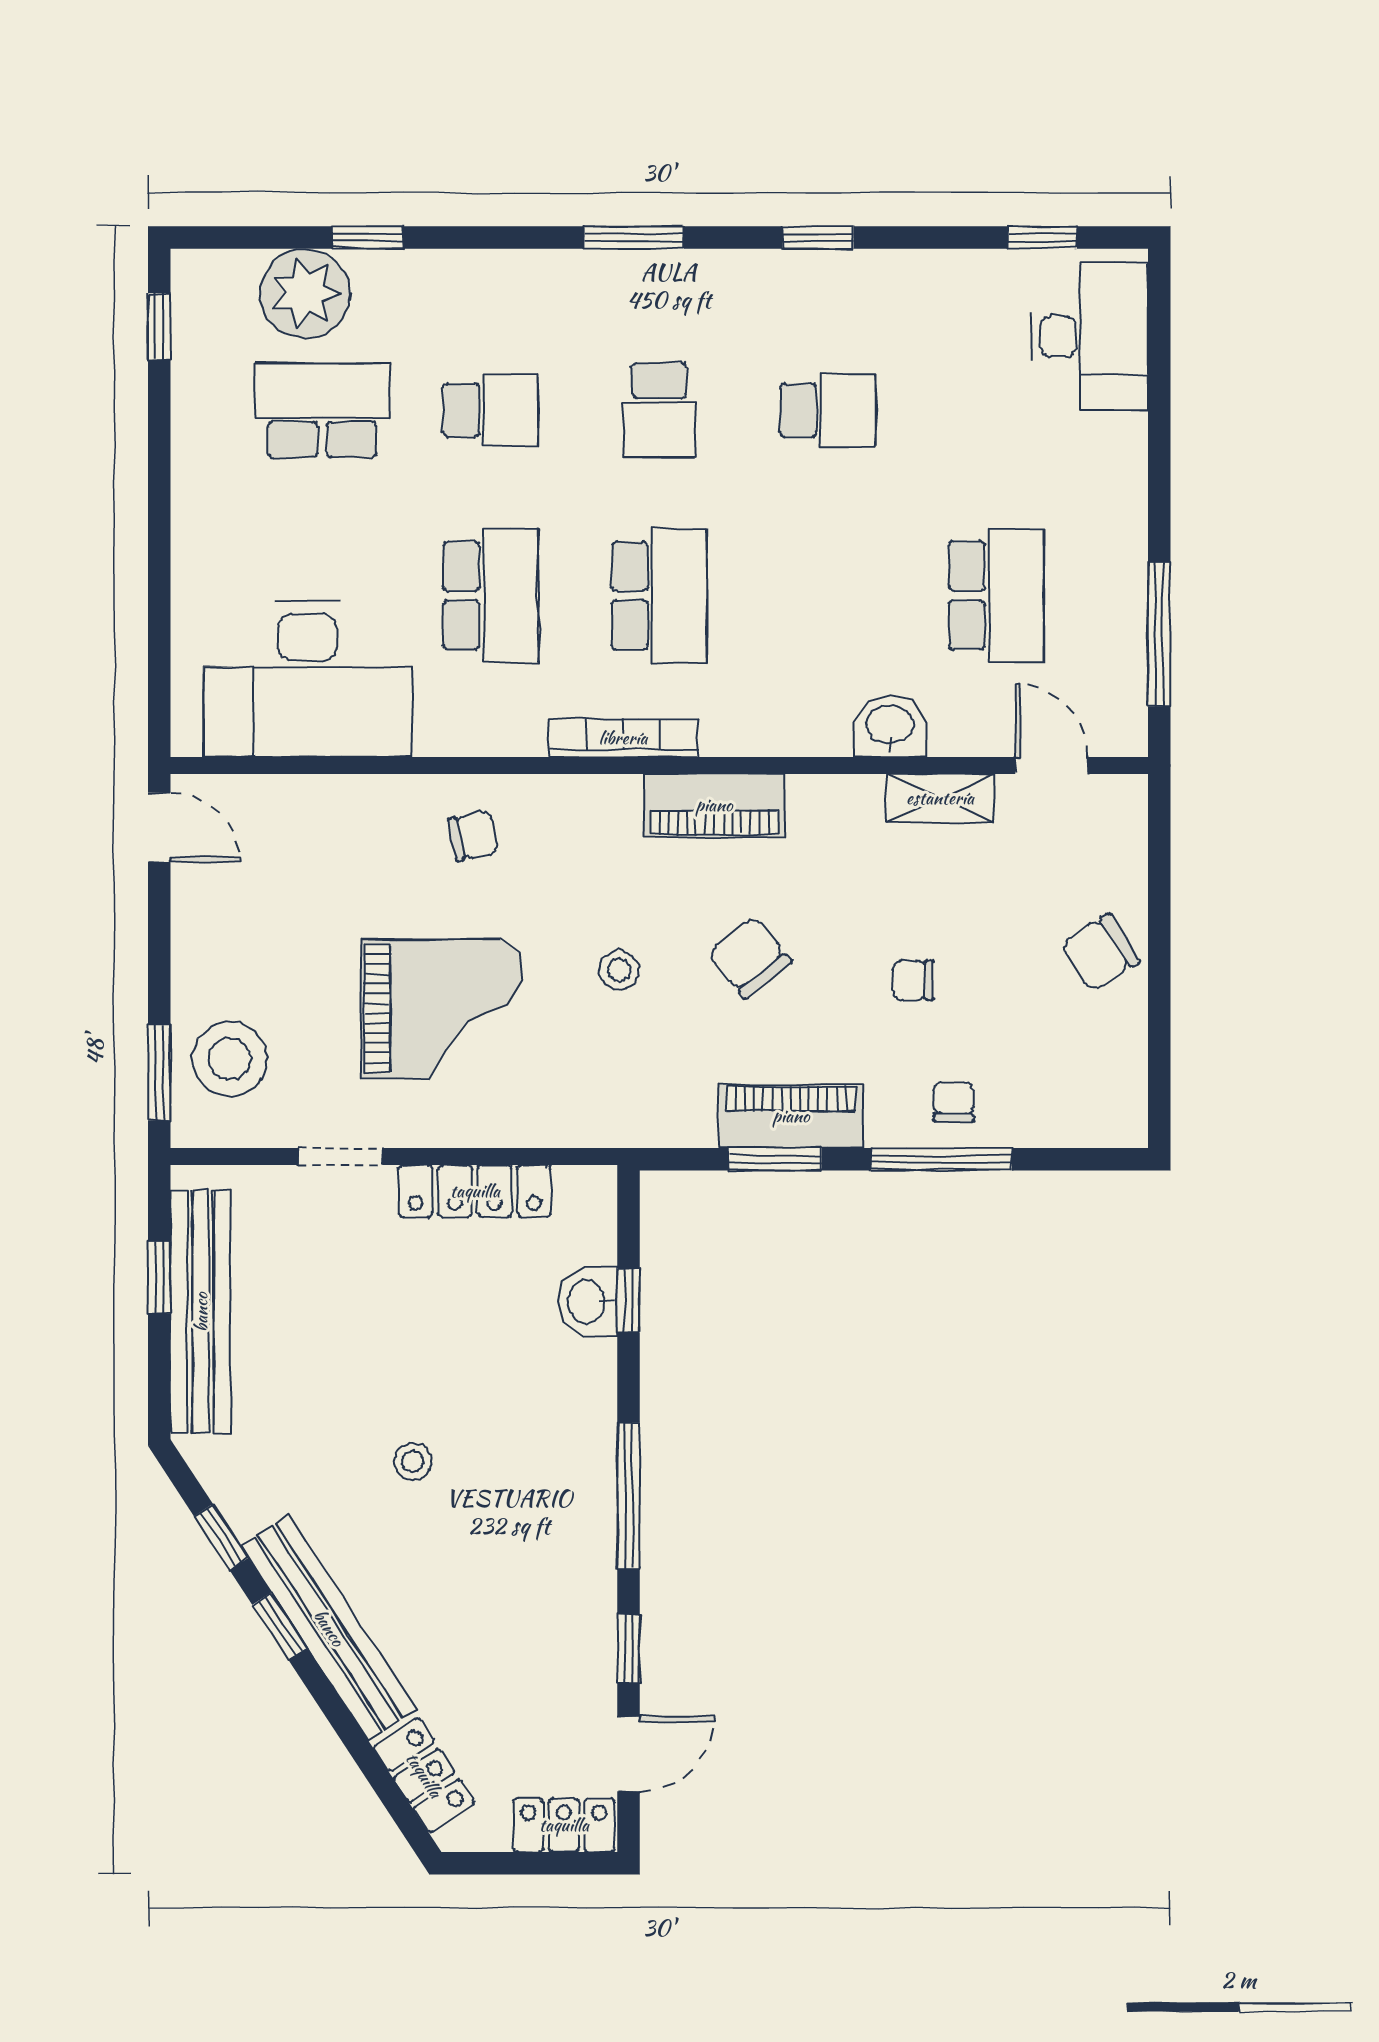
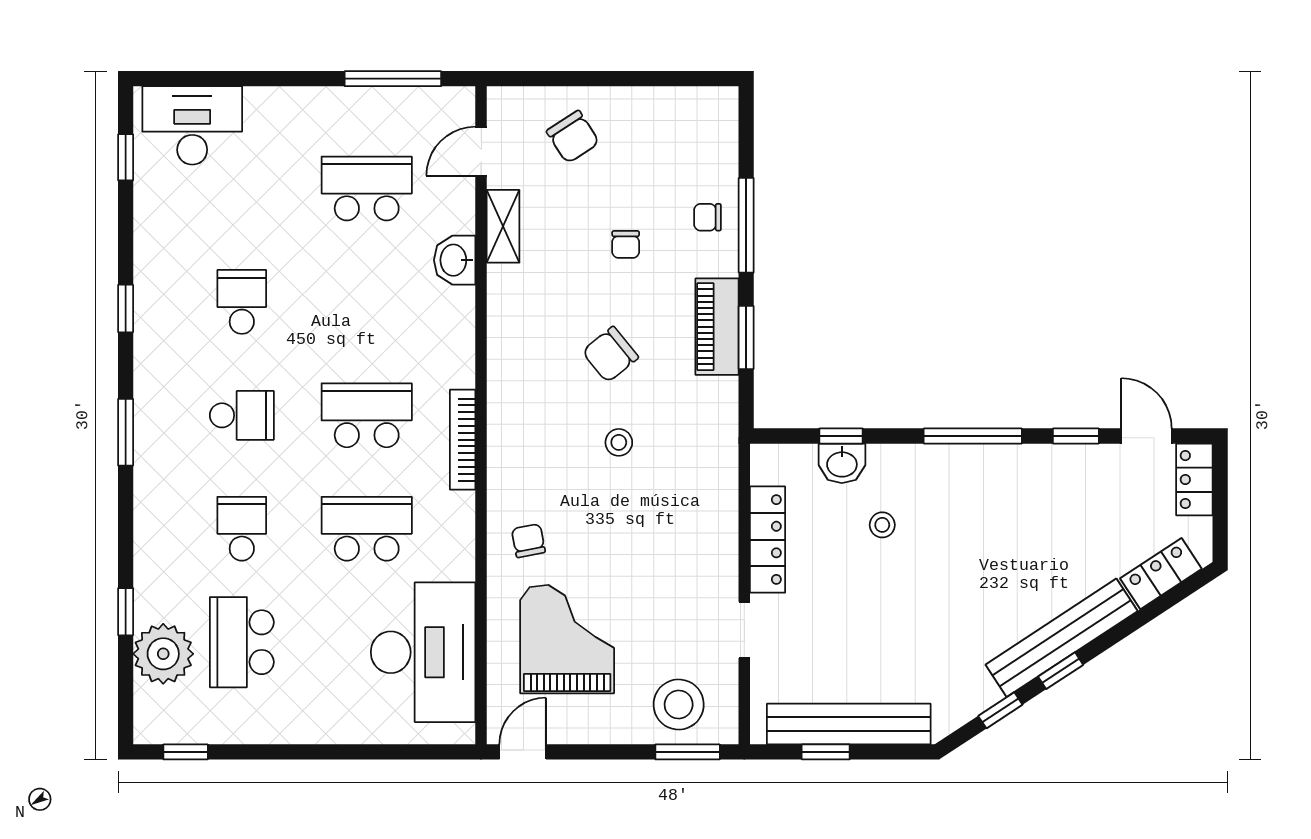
piano: (714, 805) -> (508, 378), removed
chair: (1100, 953) -> (573, 137), moved
grand piano: (442, 1009) -> (567, 639), moved
stool: (413, 1461) -> (882, 525), moved

